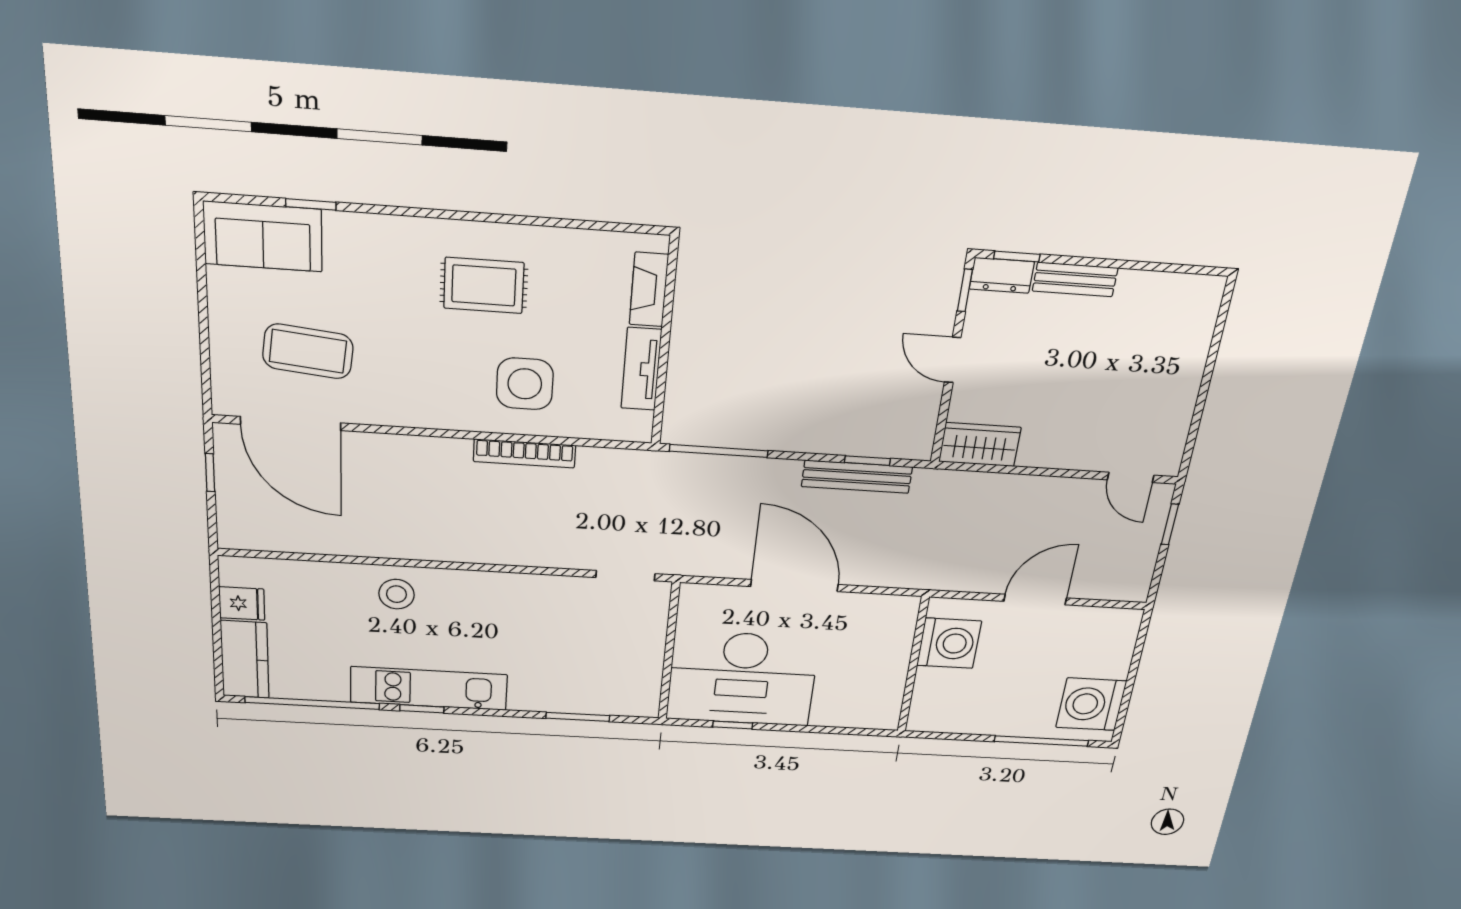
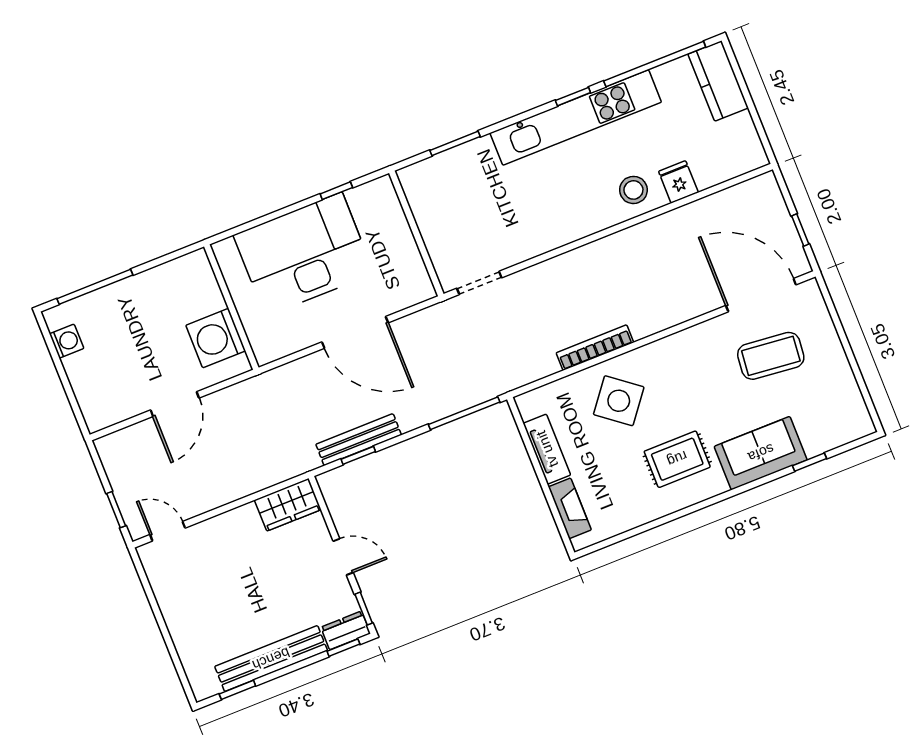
sofa: (263, 237) -> (761, 453), moved
window: (1171, 268) -> (237, 690), added
bench: (1075, 279) -> (271, 659), width x1.86, depth x1.21
side table: (525, 384) -> (619, 401), turned 38
fridge: (242, 603) -> (678, 182), moved, turned 90
desk: (742, 679) -> (304, 254), moved
kitchen unit: (429, 688) -> (576, 118), width x1.36
washing machine: (1091, 704) -> (67, 341), width x0.53, depth x0.53

